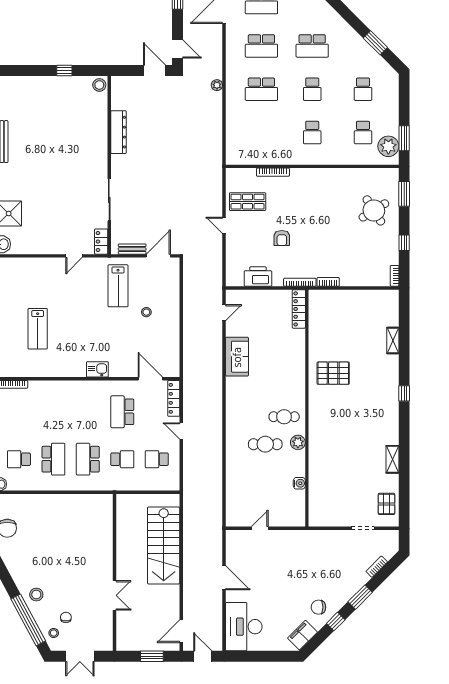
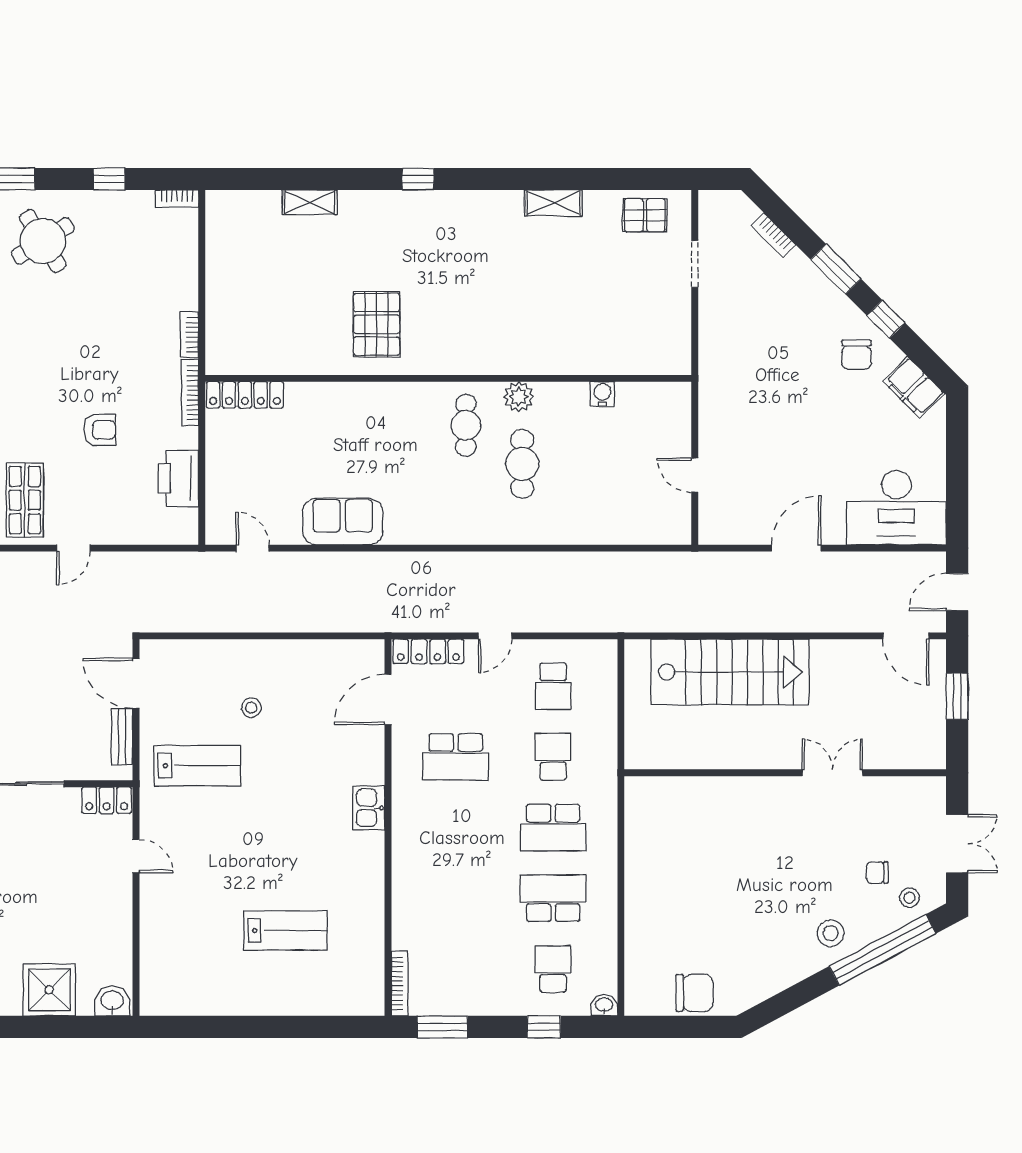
school desk: (19, 459) -> (553, 969), turned 180

